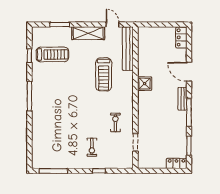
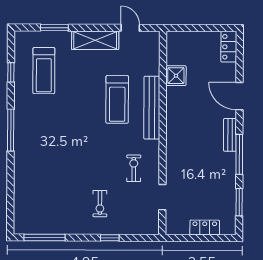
bench: (128, 49) -> (152, 108), moved
treadmill: (52, 54) -> (44, 71), turned 90
shower: (145, 84) -> (176, 76), moved
locker: (177, 163) -> (205, 227), moved

